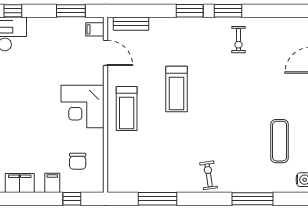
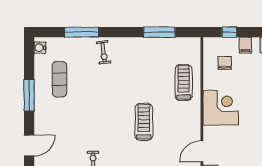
door: (106, 53) -> (202, 151), hinge flipped
treadmill: (127, 109) -> (184, 83), moved
exercise bike: (209, 175) -> (104, 52), moved

